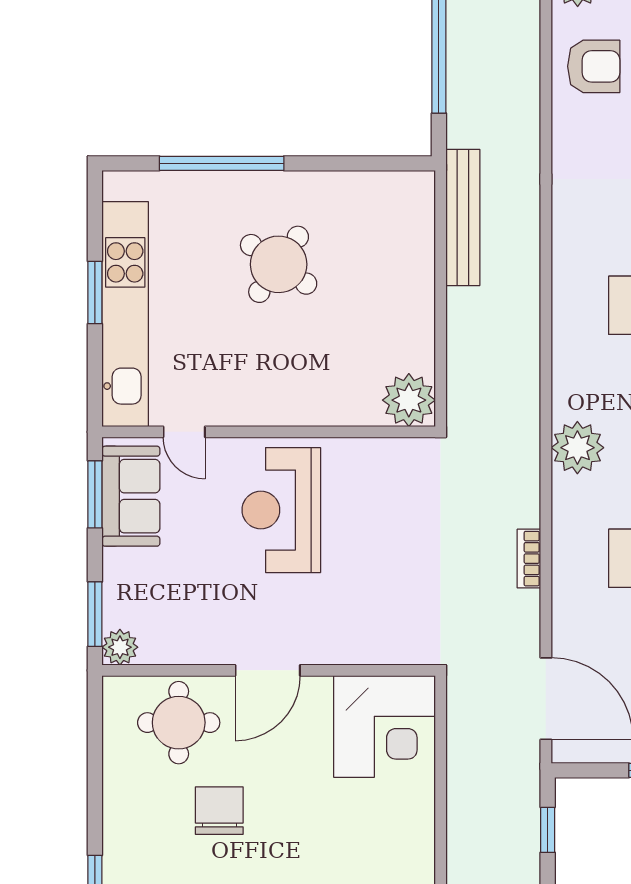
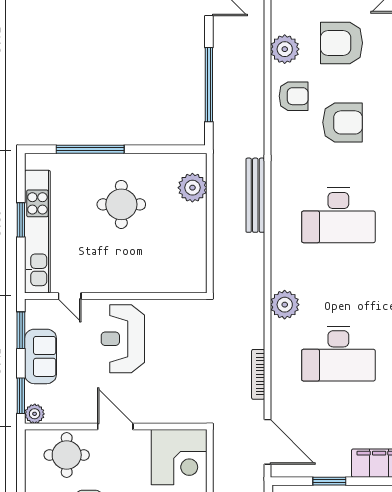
bench: (463, 217) -> (255, 195), moved
round table: (279, 264) -> (121, 204), turned -35
plant: (409, 400) -> (192, 188), moved
sofa: (131, 496) -> (41, 356), moved
bookcase: (529, 559) -> (258, 374), width x1.56
door: (268, 670) -> (115, 426), swing flipped

